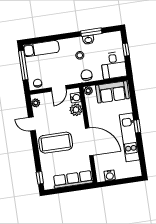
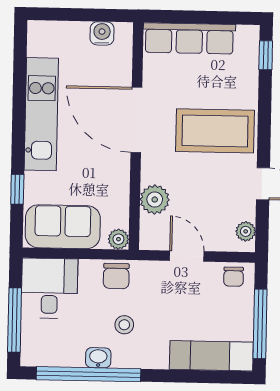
window: (91, 32) -> (88, 374), width x2.11
window: (126, 50) -> (15, 320), width x2.17
door: (59, 88) -> (187, 256), hinge flipped
water cooler: (76, 98) -> (151, 228), removed
window: (137, 126) -> (17, 189), moved

